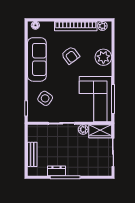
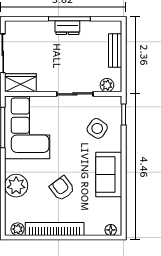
sofa: (37, 59) -> (109, 174), width x0.73
plant: (83, 129) -> (107, 85), moved
dresser: (57, 171) -> (67, 28), moved

